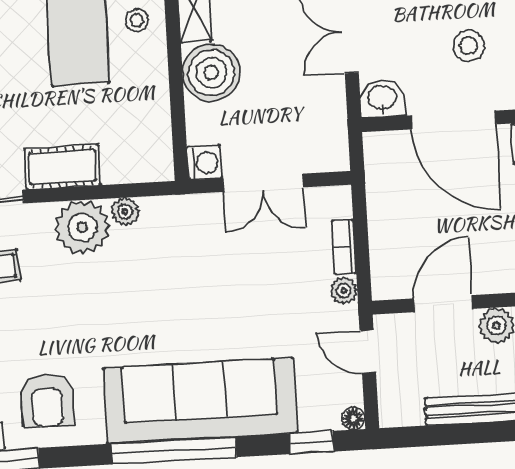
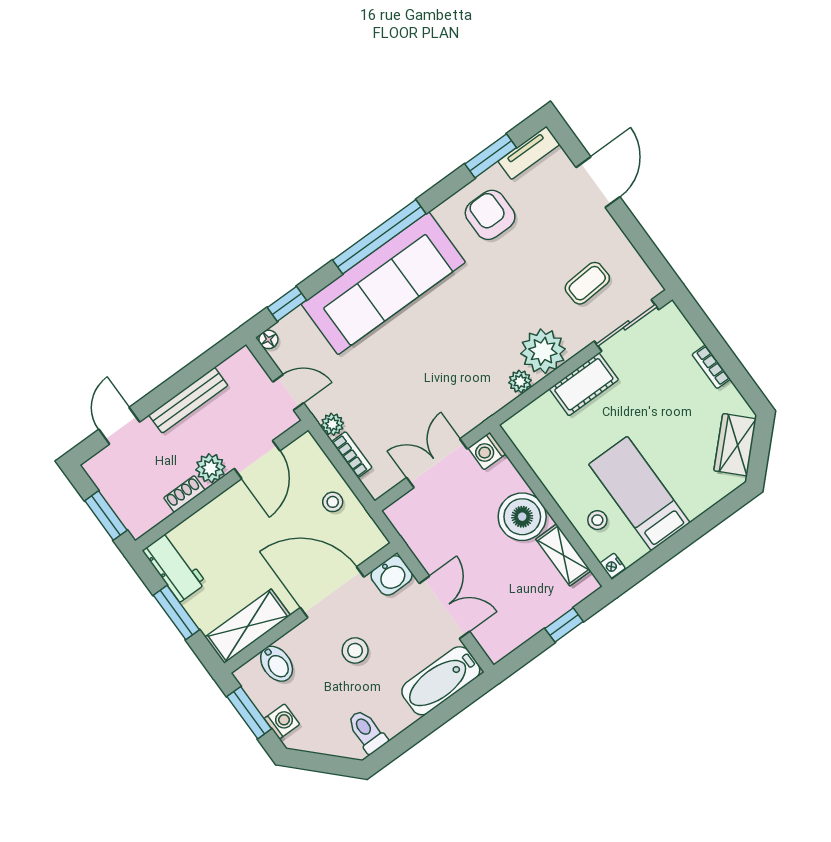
stool: (394, 211) -> (333, 502), added

